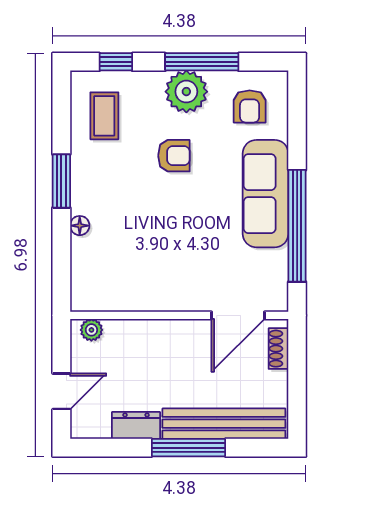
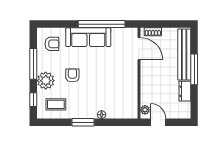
plant: (186, 92) -> (46, 81), moved
door: (61, 391) -> (158, 122), moved

